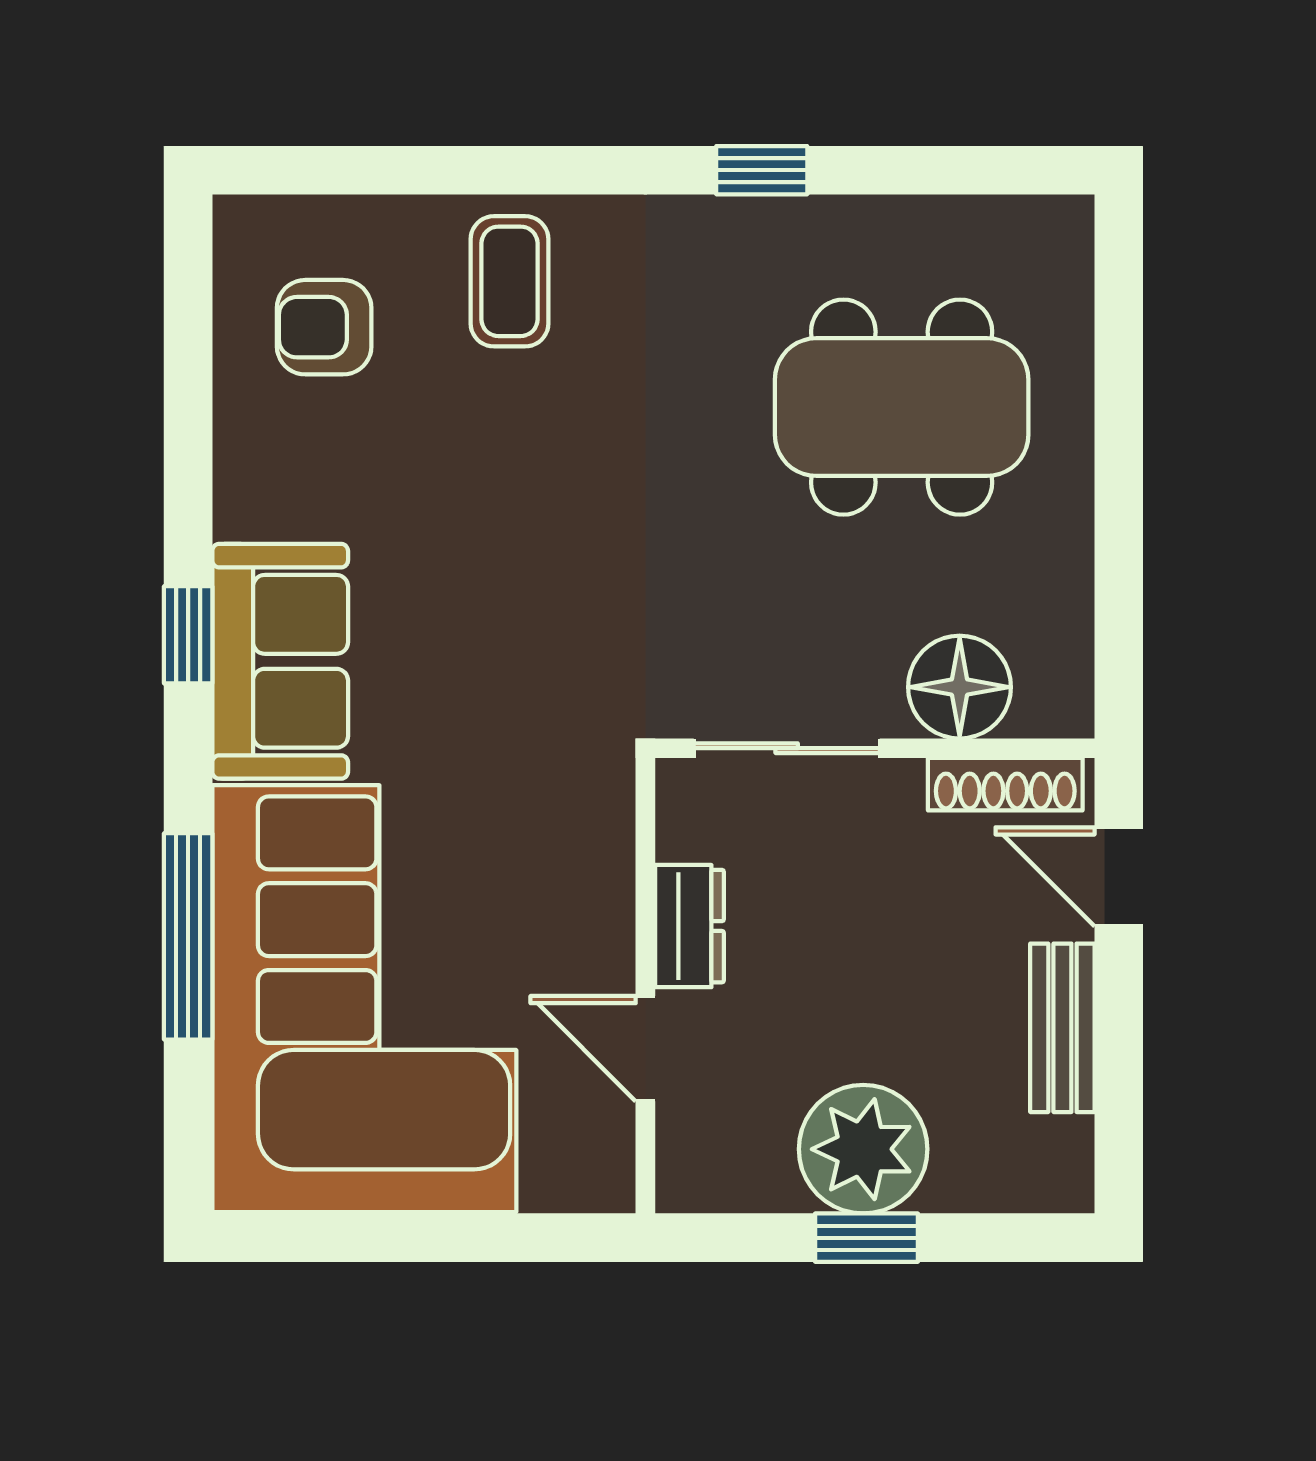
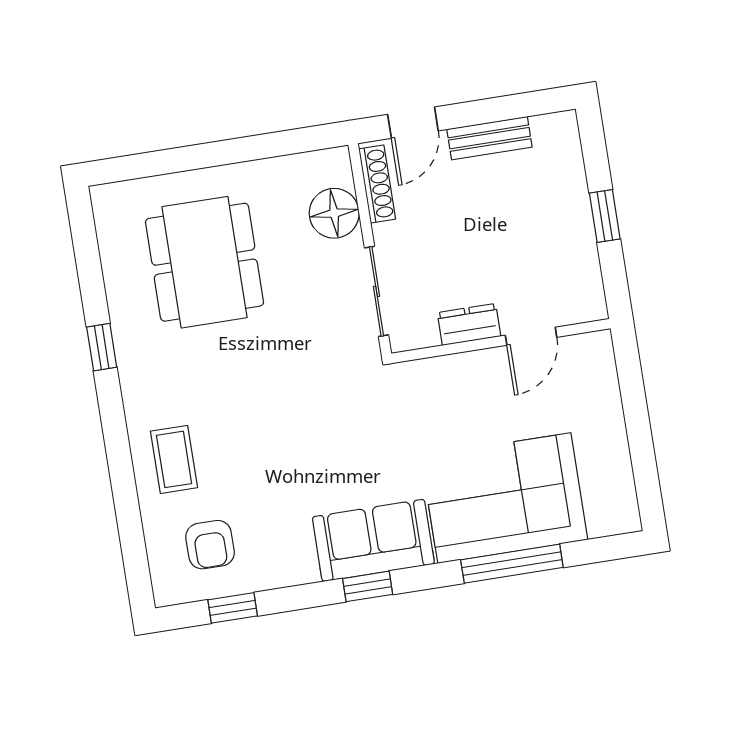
coffee table: (510, 281) -> (174, 459), turned 90
window: (188, 353) -> (233, 608), added
corner sofa: (364, 999) -> (504, 498), width x0.73, depth x0.74
plant: (863, 1149) -> (563, 224), removed

